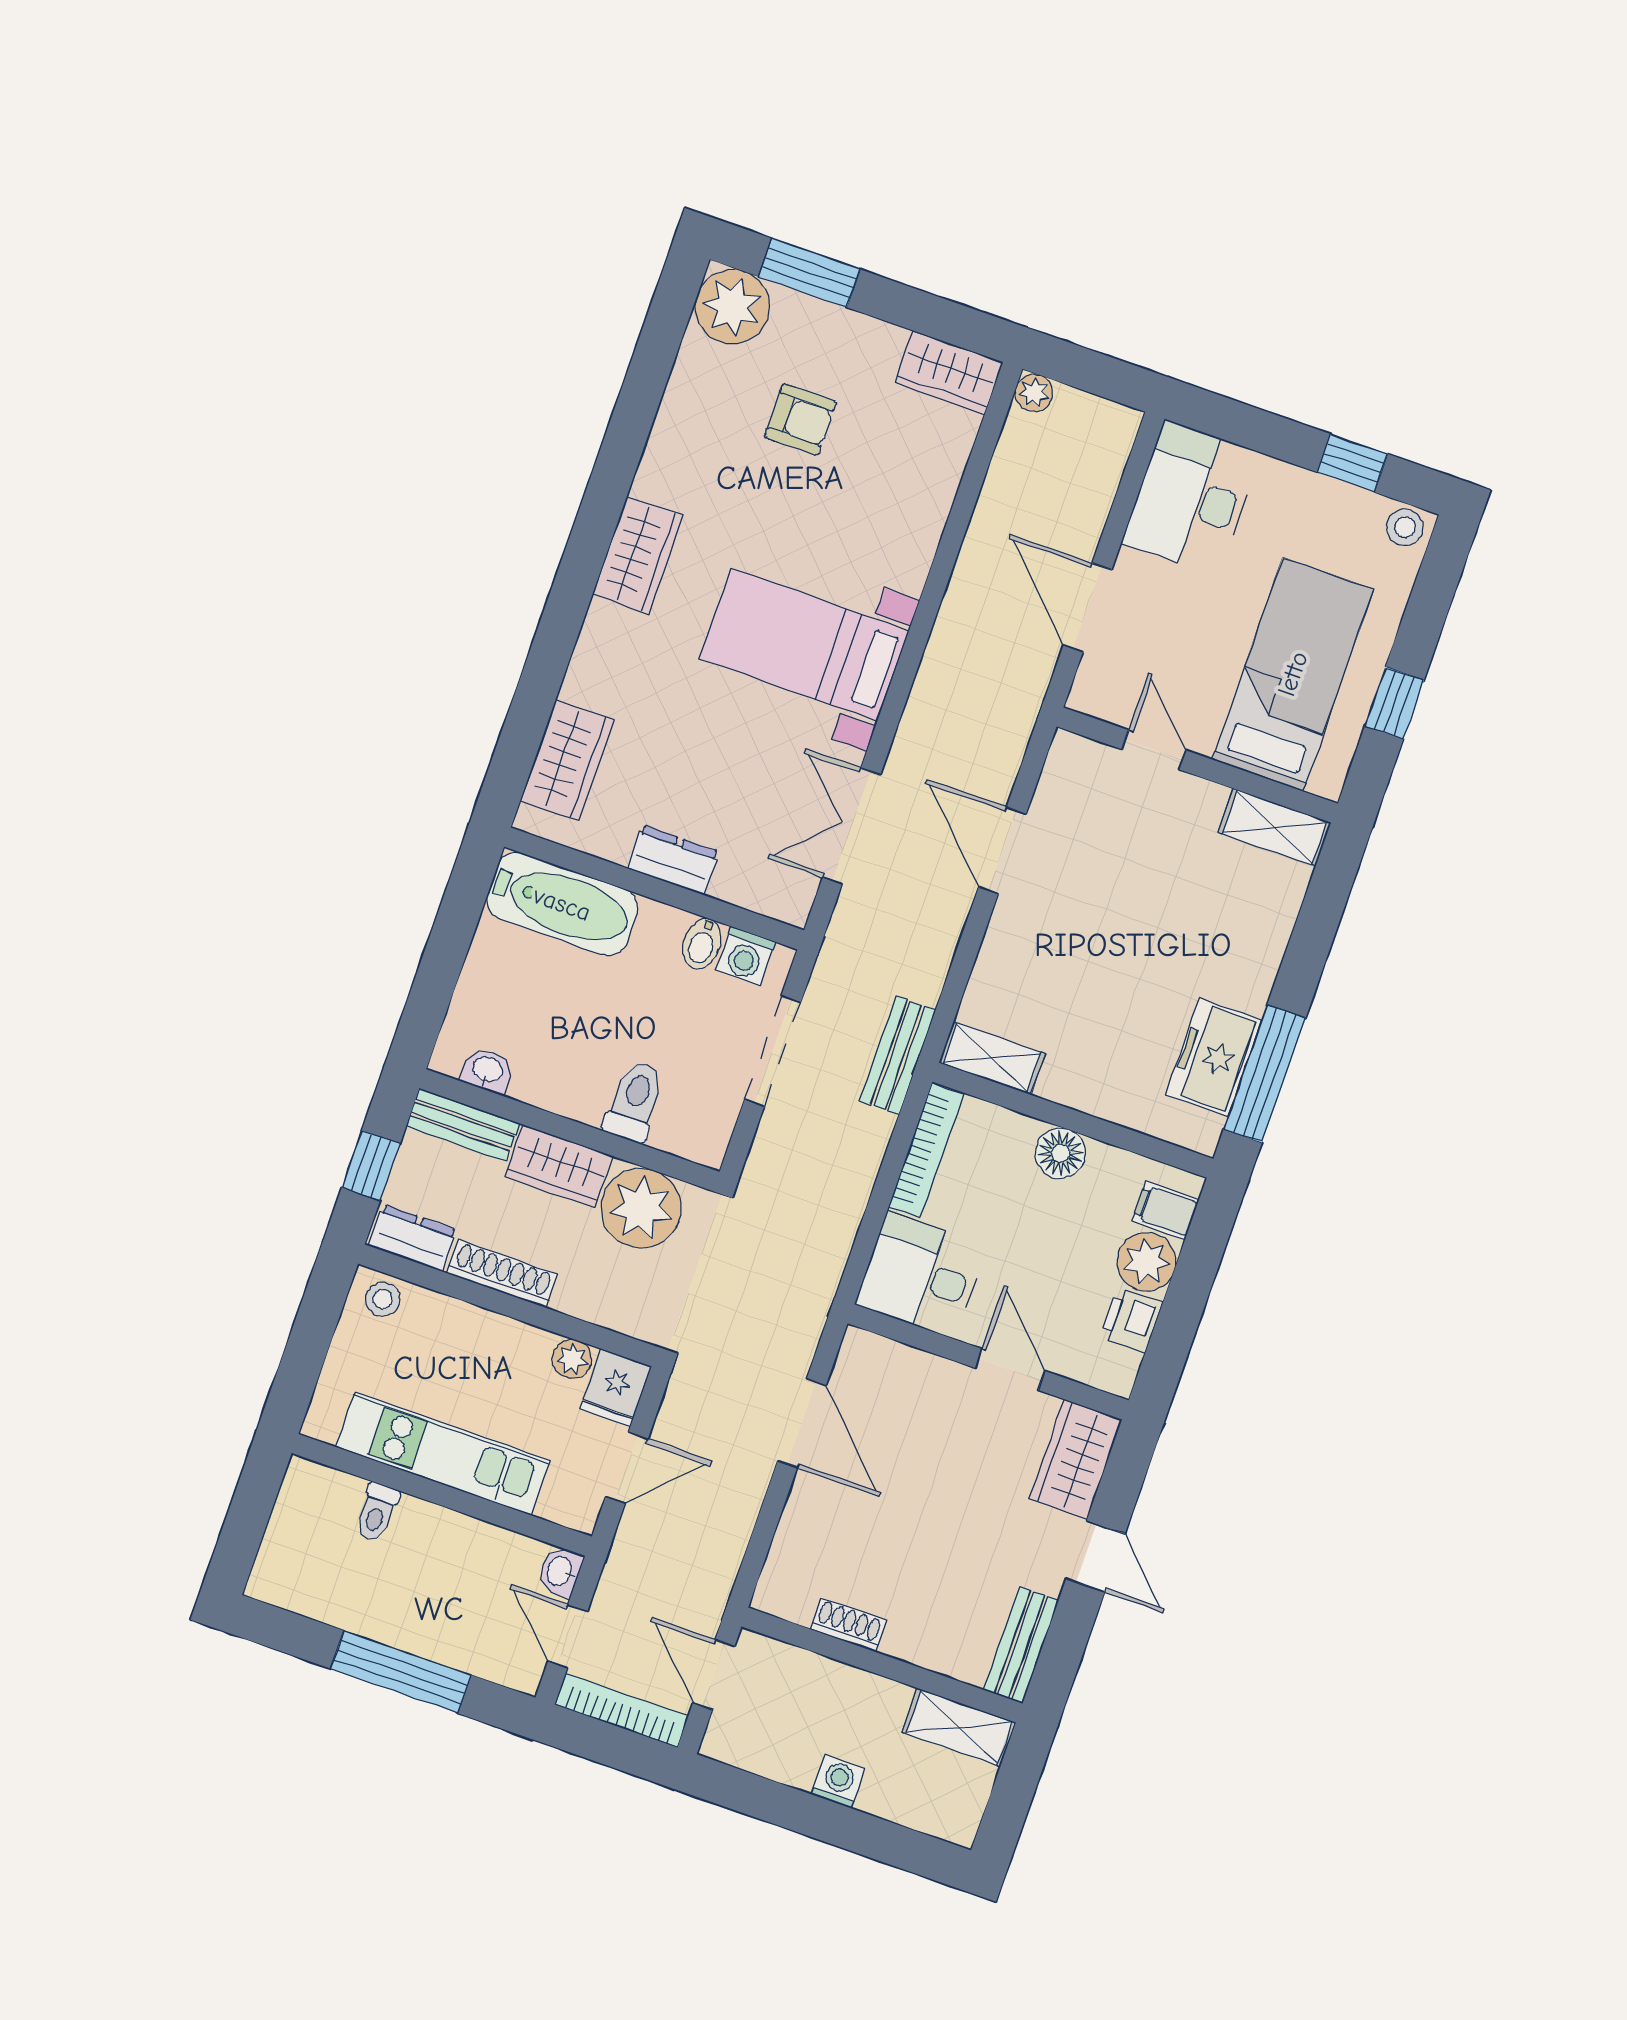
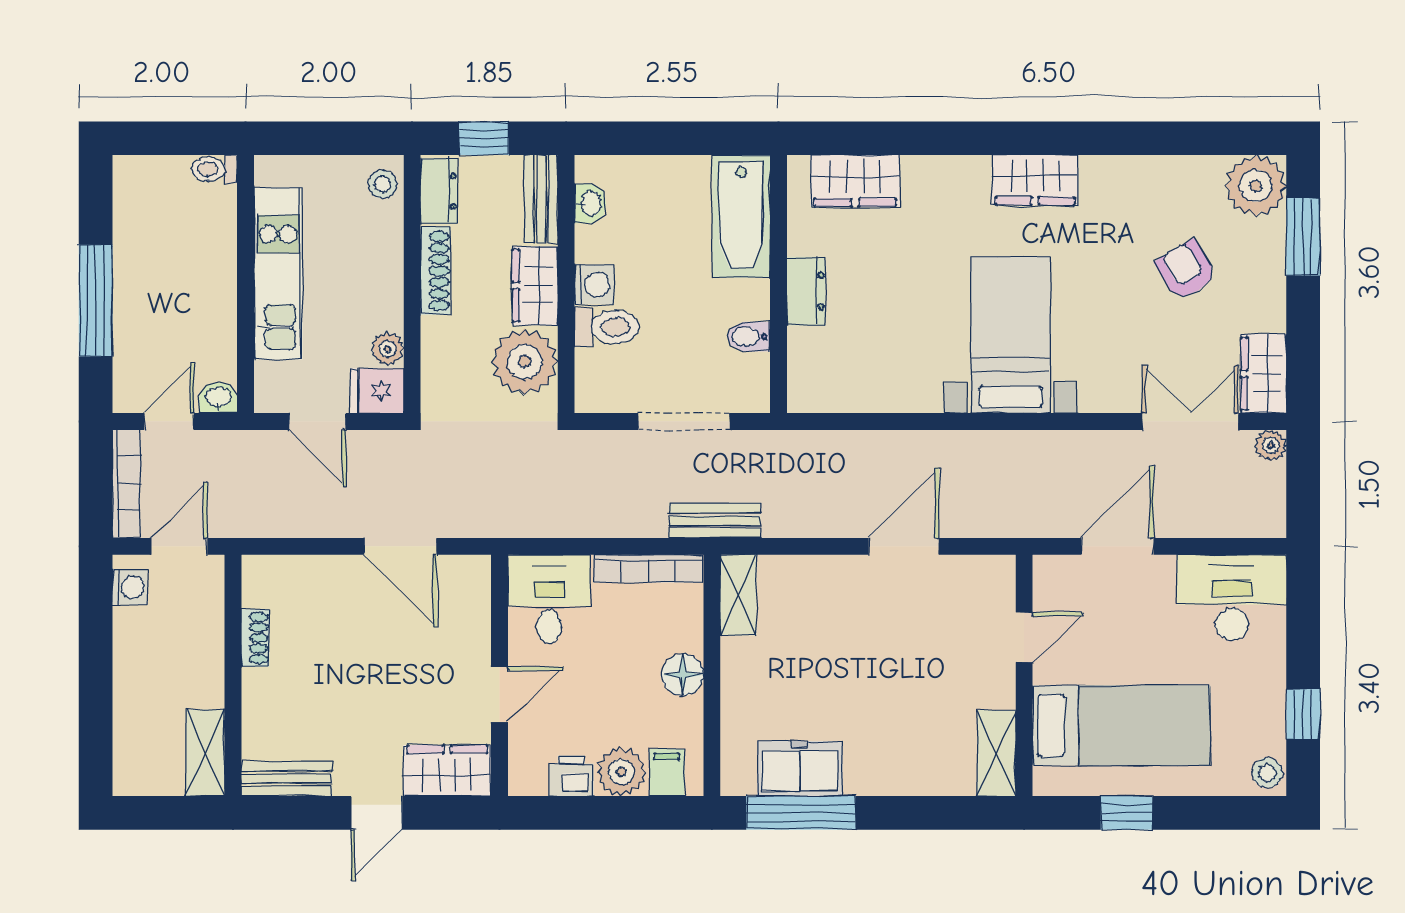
armchair: (801, 419) -> (1186, 270), turned 149
double door: (851, 826) -> (1190, 421), moved
washing machine: (746, 956) -> (594, 285), moved, turned 180
door: (802, 1423) -> (400, 546), hinge flipped
toilet: (377, 1512) -> (214, 169), moved
washing machine: (838, 1781) -> (130, 587), moved

